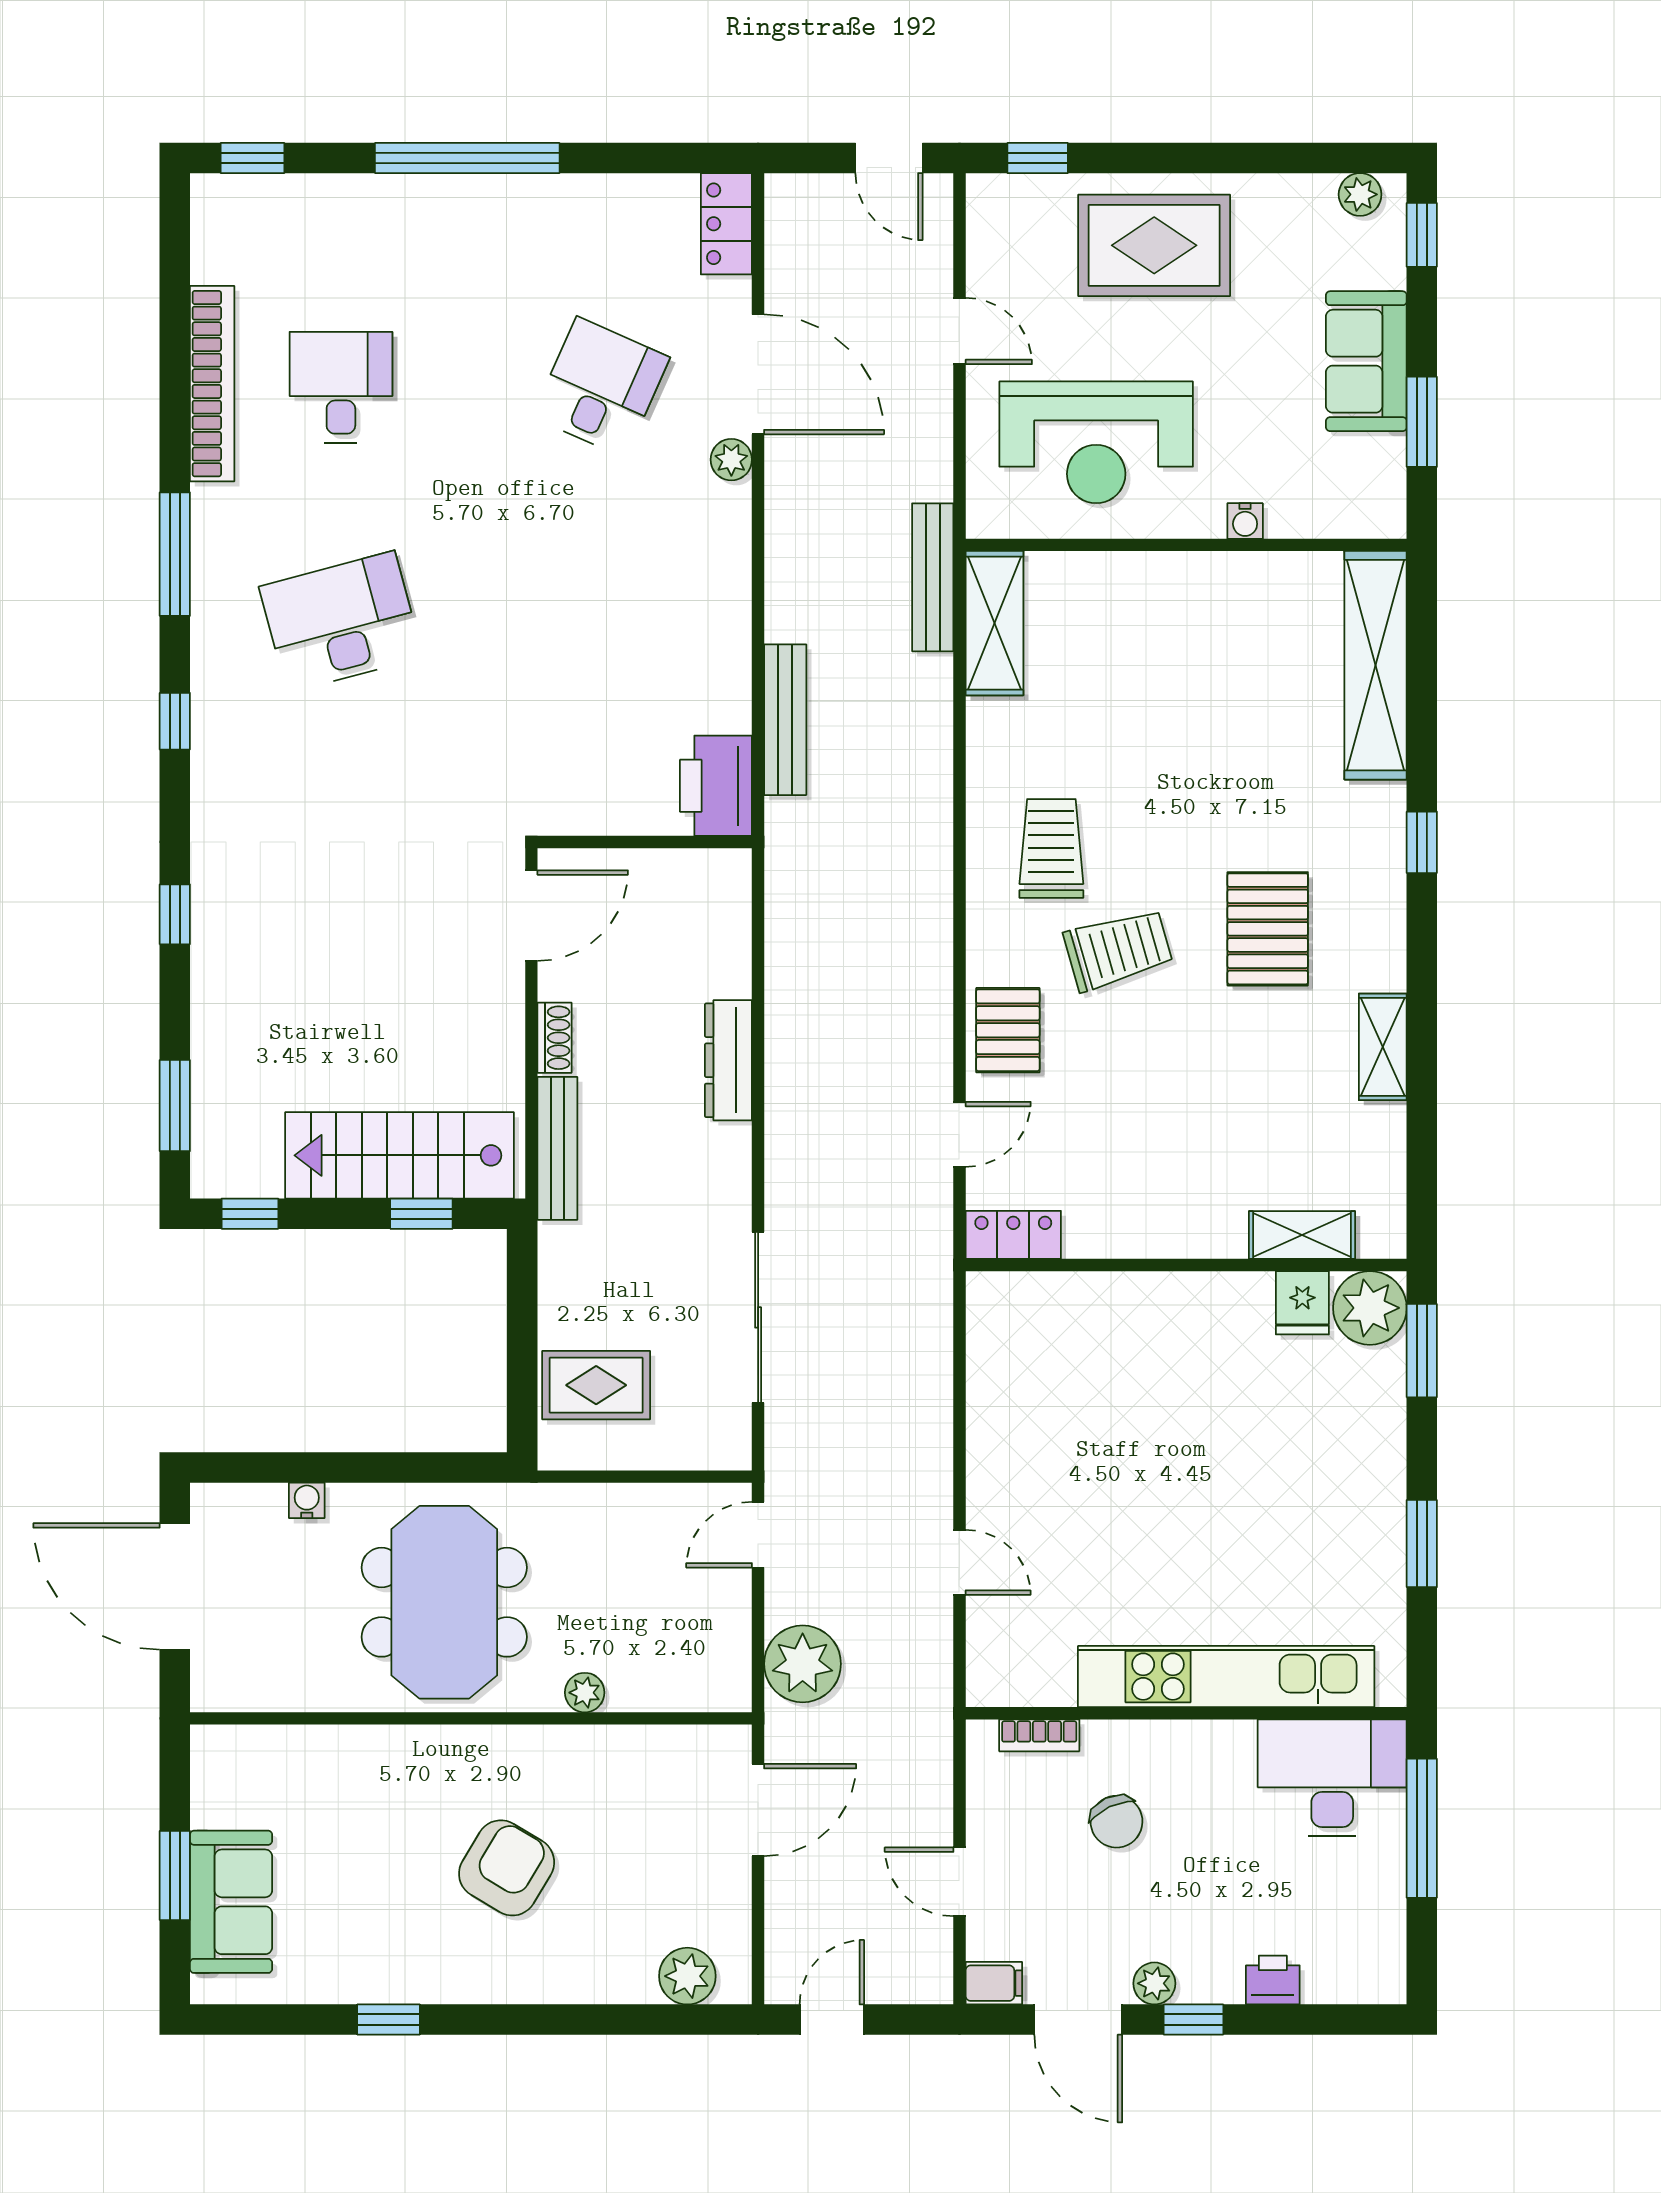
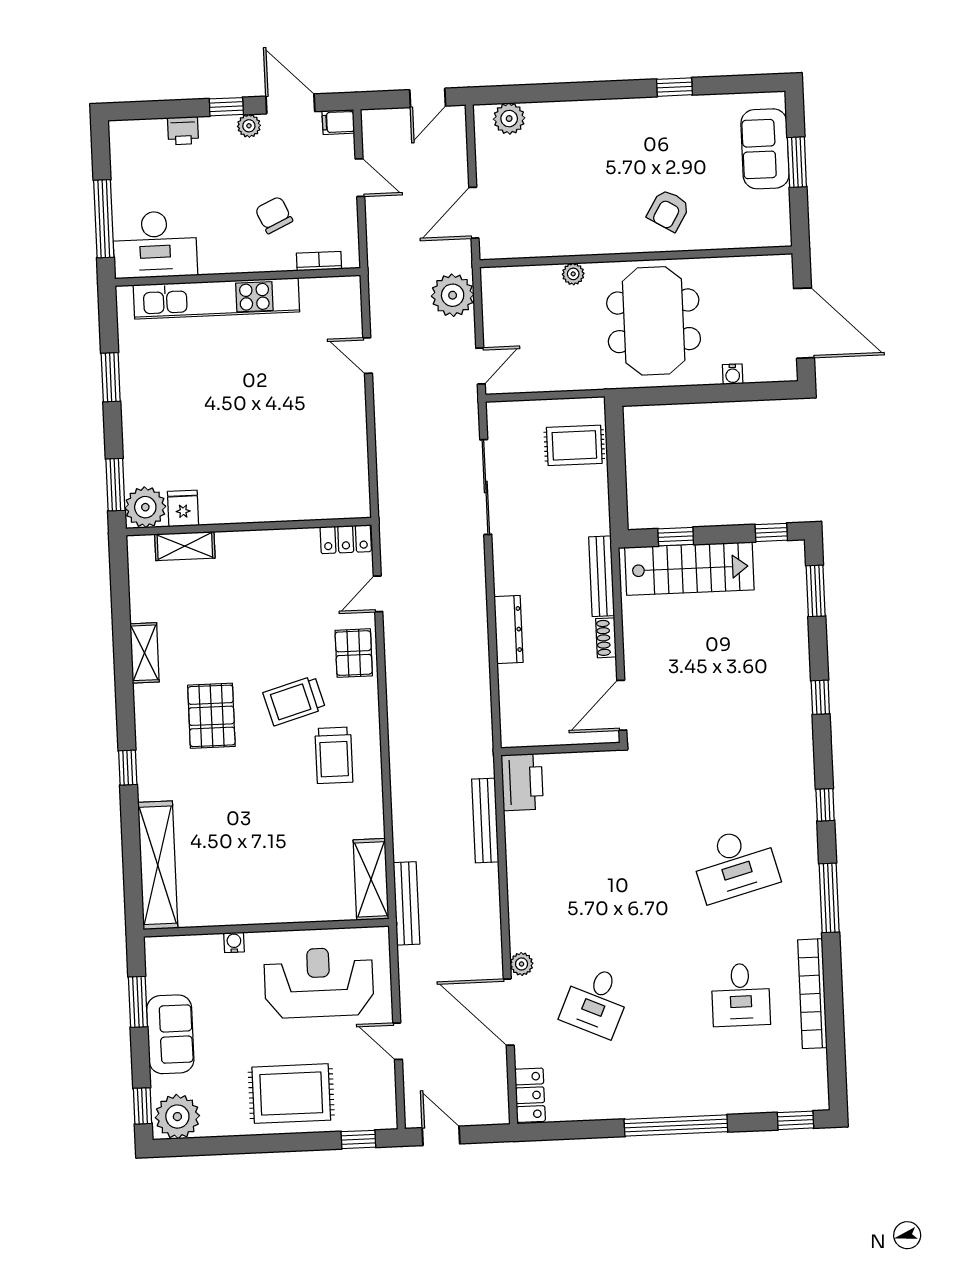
plant: (1360, 194) -> (177, 1117), width x1.88, depth x1.88
armchair: (507, 1868) -> (668, 210), moved, width x0.72, depth x0.72

